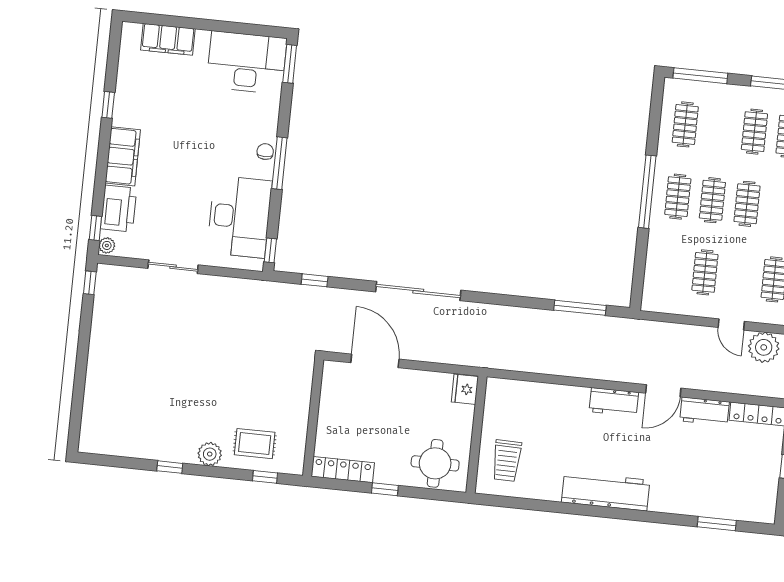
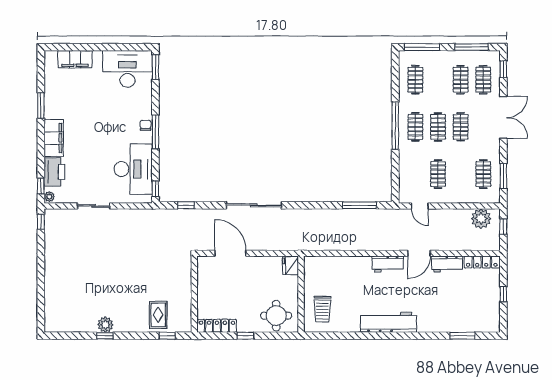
window: (108, 105) -> (41, 106), width x1.50
door: (731, 324) -> (420, 206), moved
rug: (255, 444) -> (158, 315), turned 90
plant: (210, 454) -> (105, 325), moved

